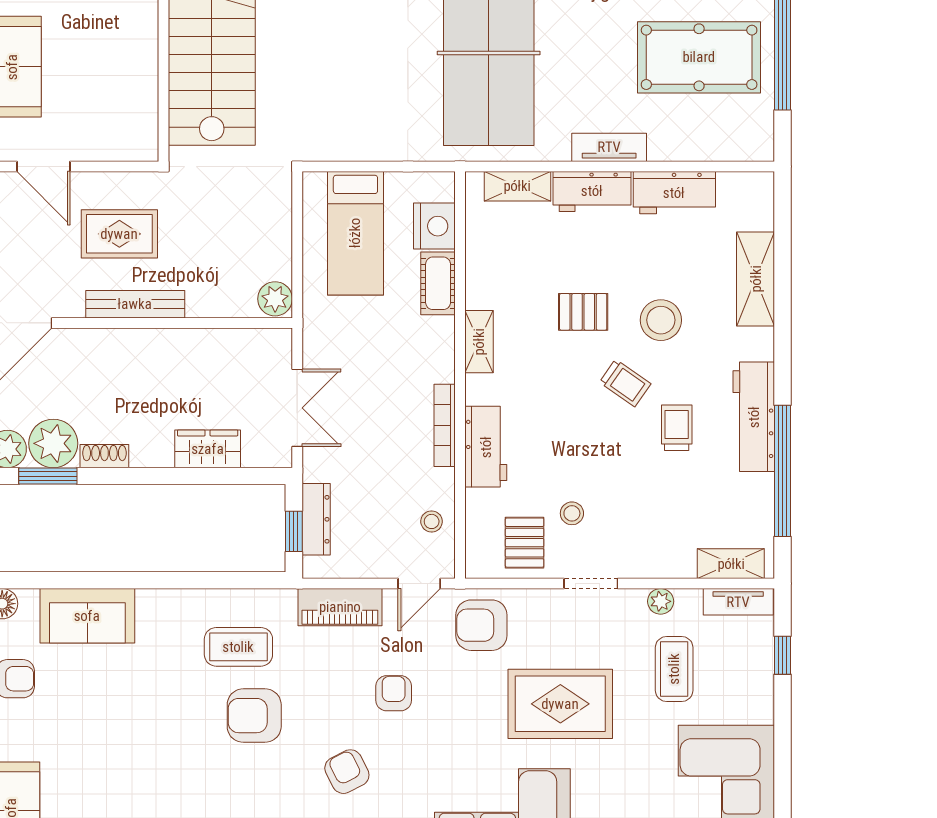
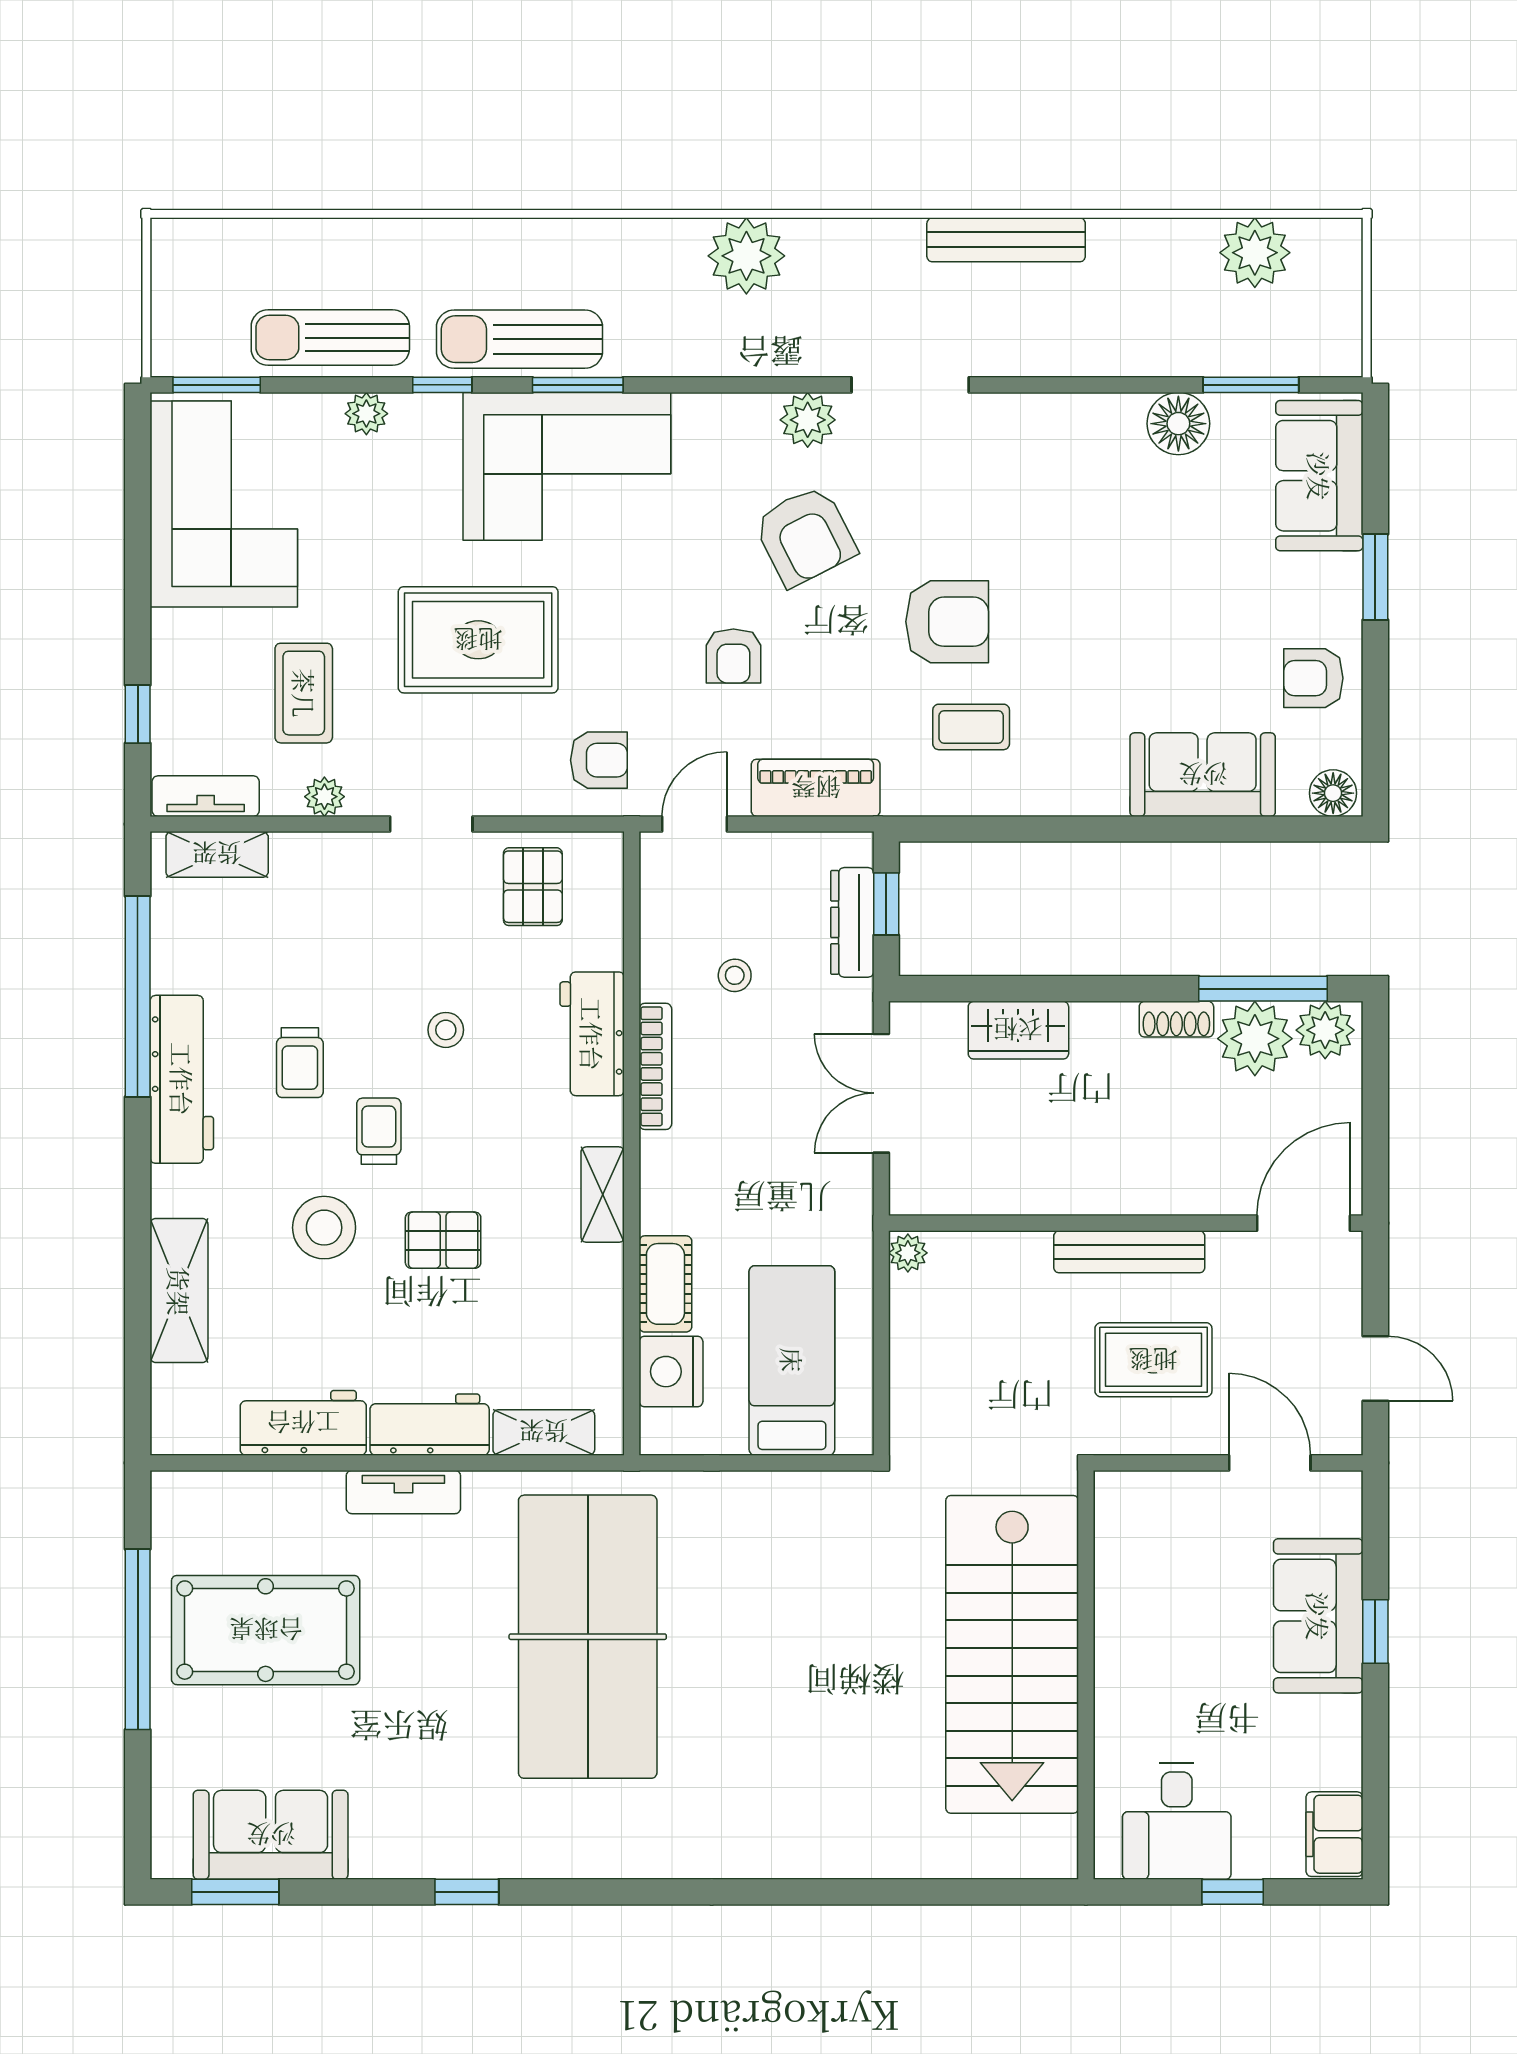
plant: (275, 299) -> (908, 1253), width x0.73, depth x0.73
trolley: (625, 383) -> (379, 1131), turned 55
window: (48, 476) -> (1263, 989), width x1.44
stool: (572, 513) -> (446, 1030), moved
stool: (432, 521) -> (735, 975), moved
armchair: (481, 625) -> (599, 760), width x0.72, depth x0.72
coffee table: (238, 647) -> (971, 727), width x0.73, depth x0.77
armchair: (347, 772) -> (805, 536), width x1.38, depth x1.38

